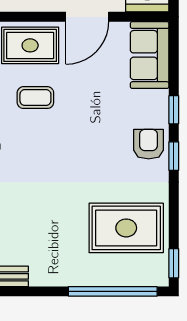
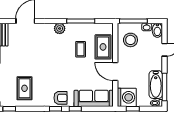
sofa: (150, 55) -> (94, 98), width x1.36
rug: (126, 228) -> (24, 88), width x0.73, depth x0.70

